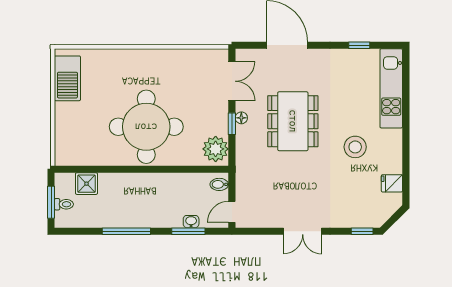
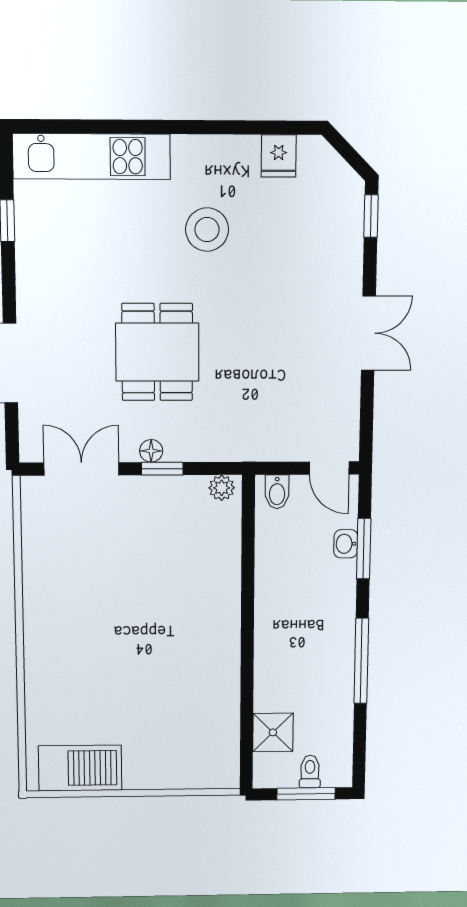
dining table: (293, 121) -> (157, 352), width x0.73
round table: (146, 127) -> (169, 627), removed
plant: (216, 149) -> (222, 488), width x0.53, depth x0.53

